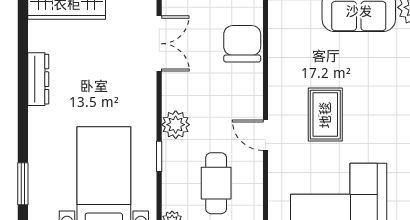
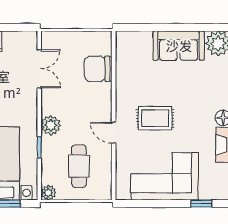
chair: (242, 44) -> (97, 69), turned -90
rug: (325, 115) -> (155, 118), turned 90

